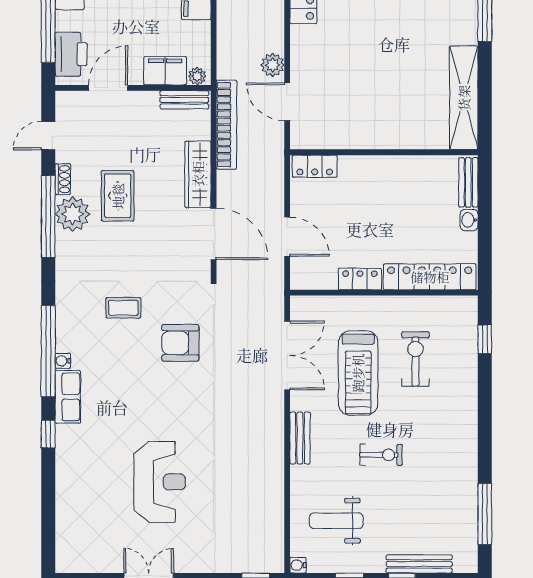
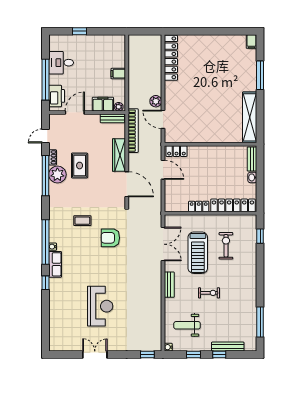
door: (287, 237) -> (163, 170), moved

